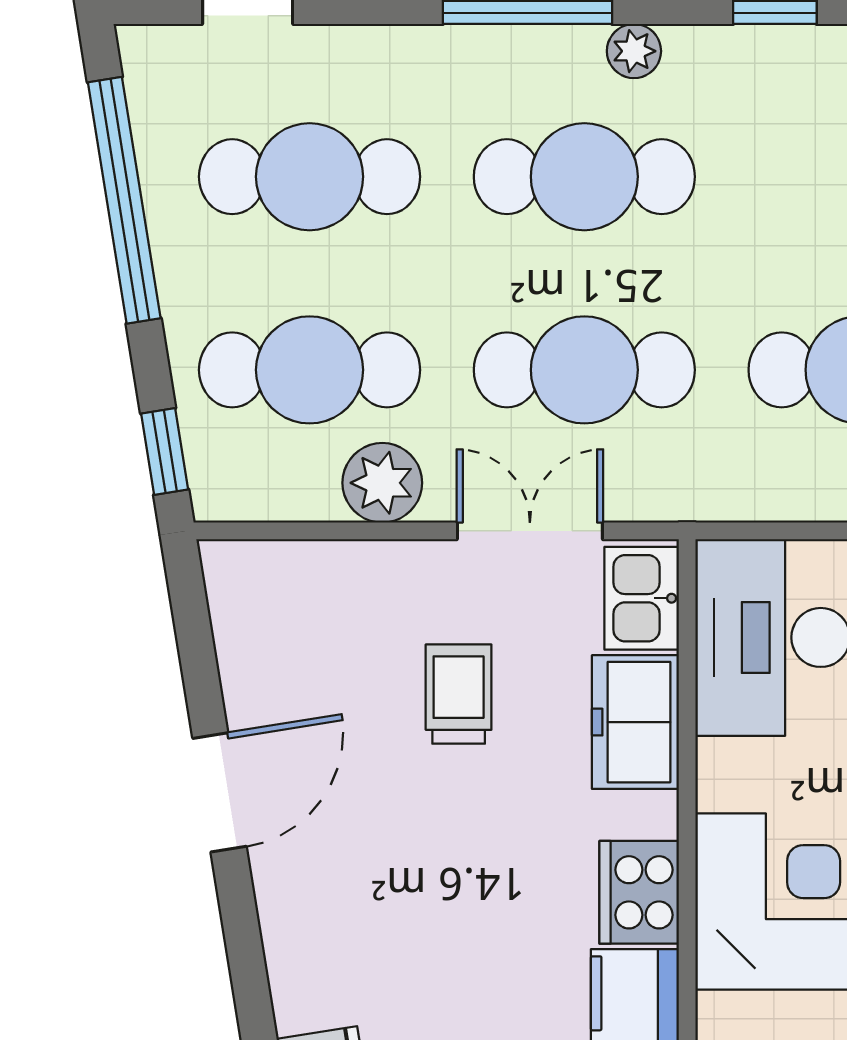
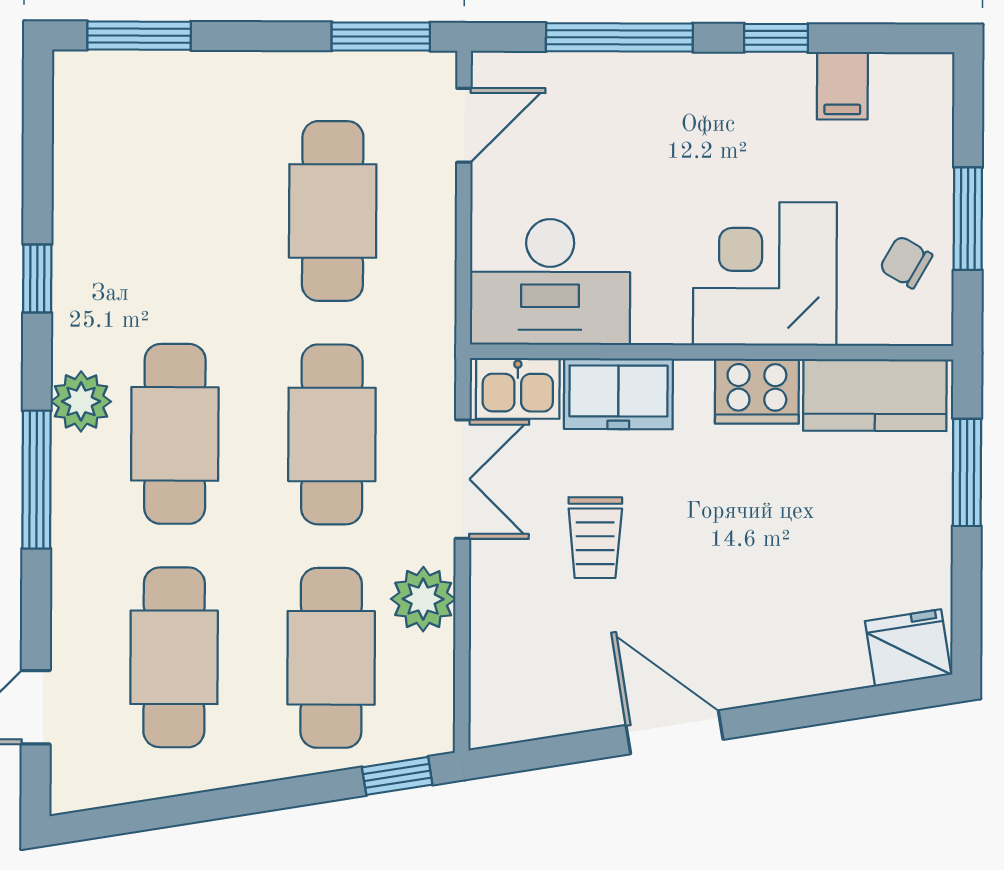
plant: (634, 51) -> (81, 401), width x1.38, depth x1.38
window: (124, 200) -> (193, 808), removed
double door: (530, 531) -> (463, 479), swing flipped
trolley: (459, 694) -> (595, 538), turned -90

